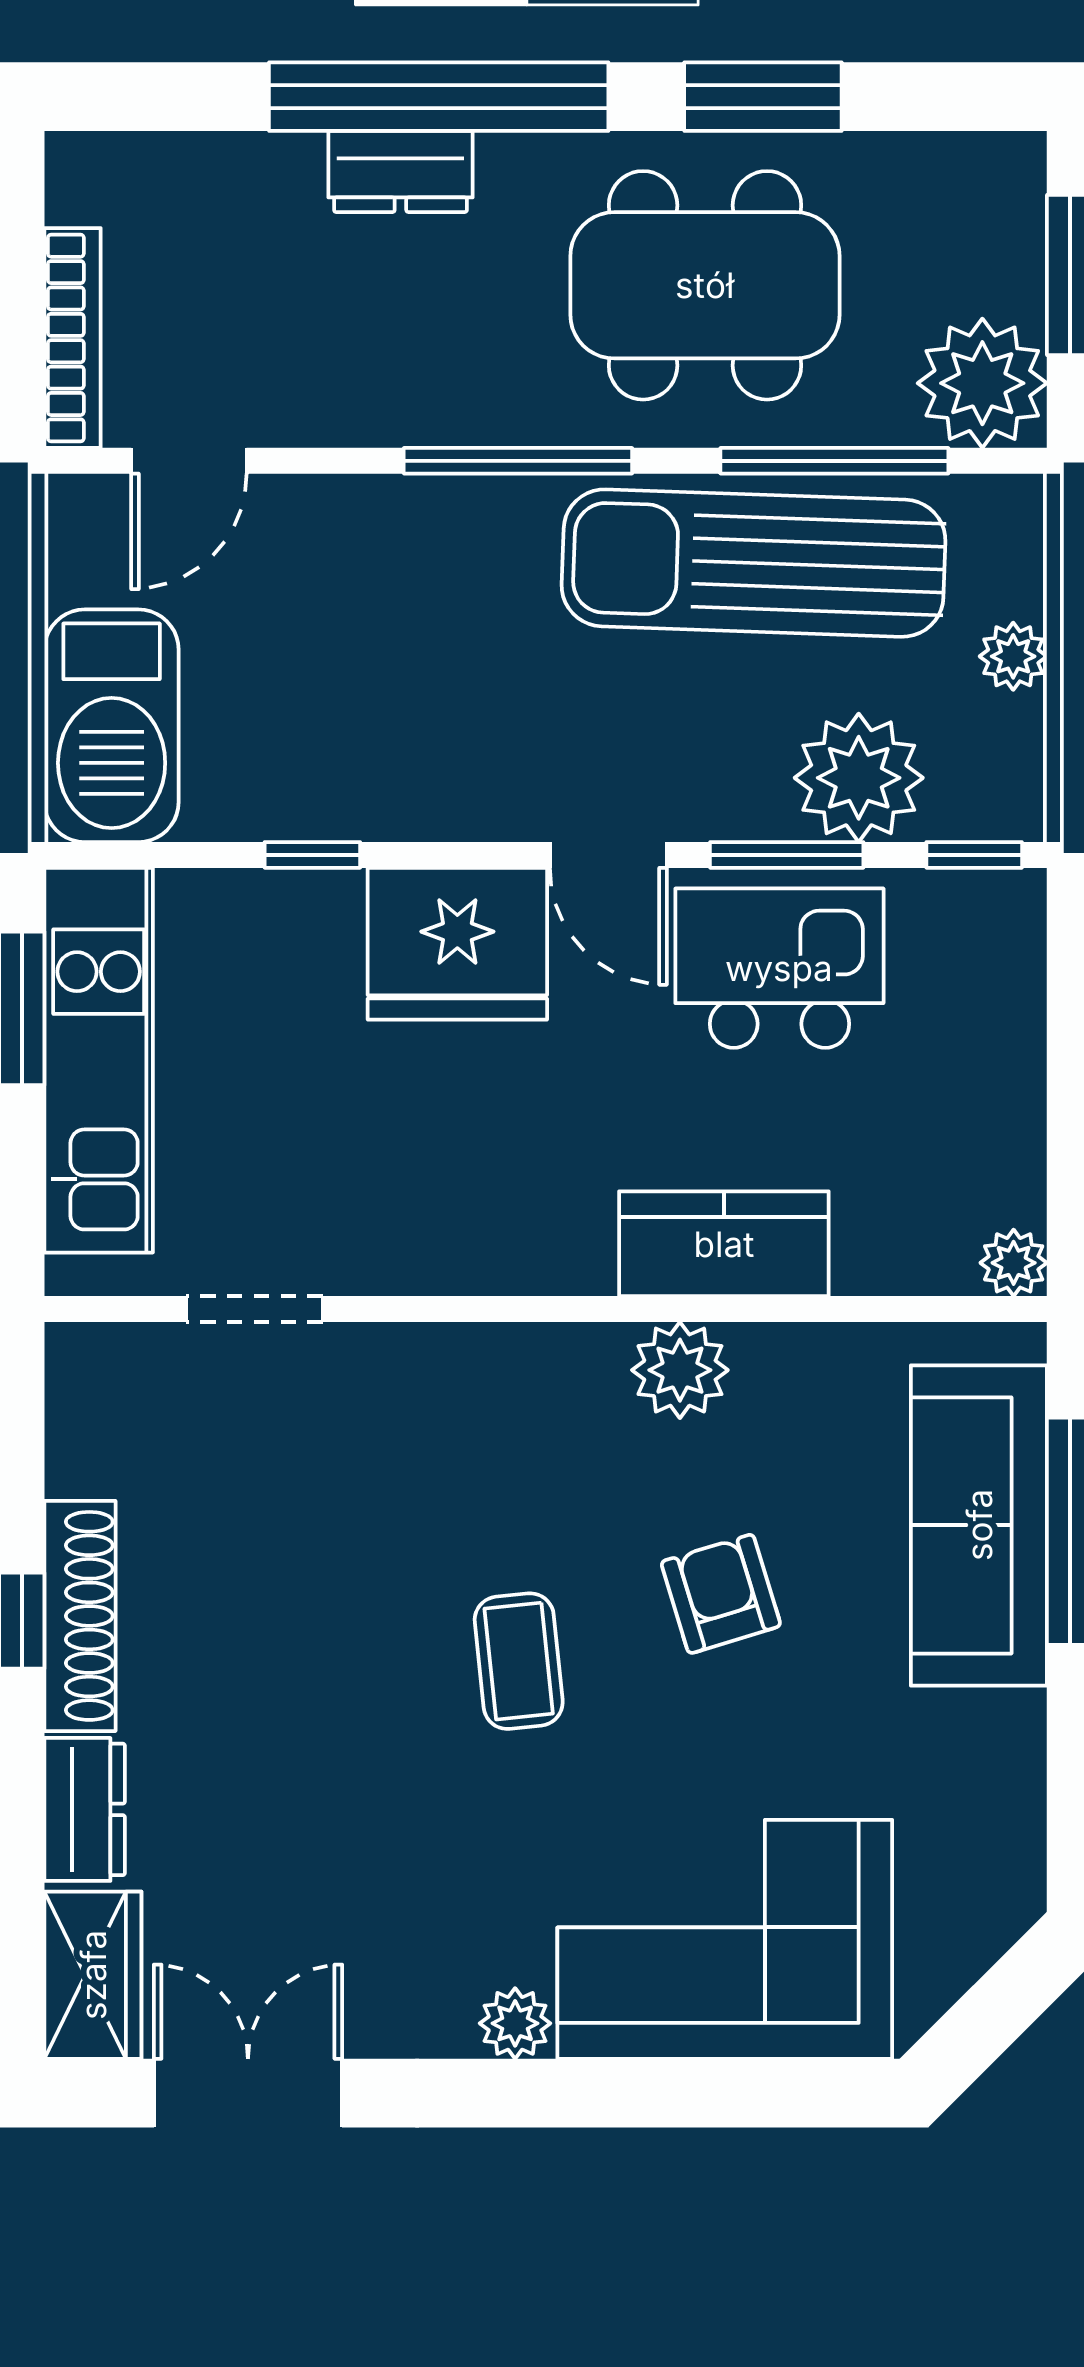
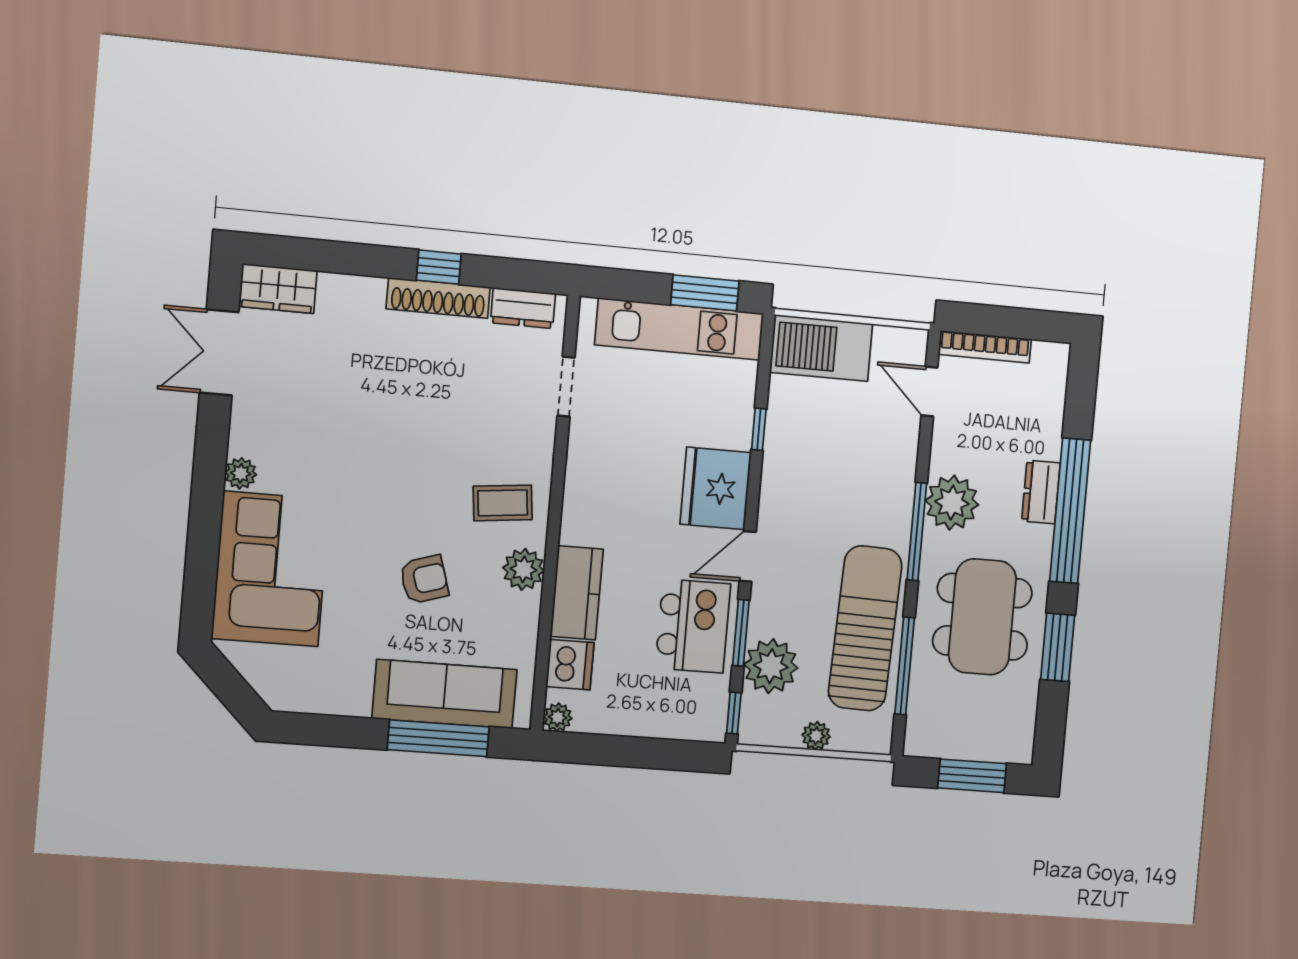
plant: (982, 383) -> (952, 503), moved
dishwasher: (890, 1245) -> (570, 665), added
coffee table: (519, 1661) -> (503, 503), moved
dresser: (85, 1809) -> (523, 308), moved
double door: (248, 2093) -> (219, 352), swing flipped

